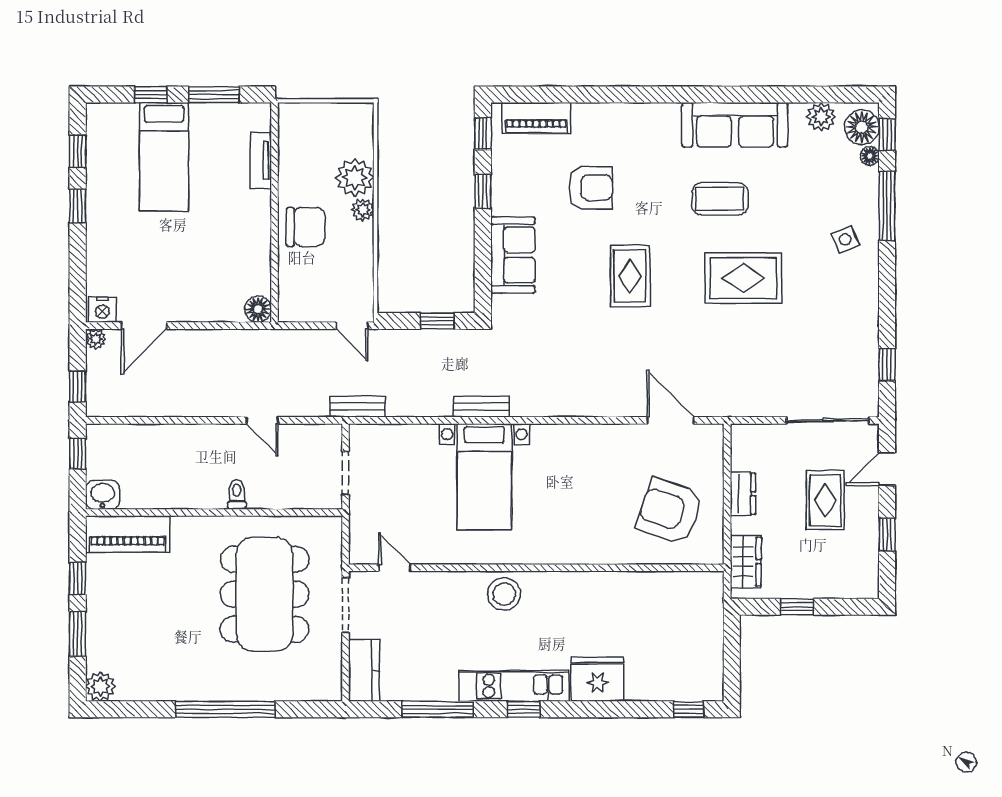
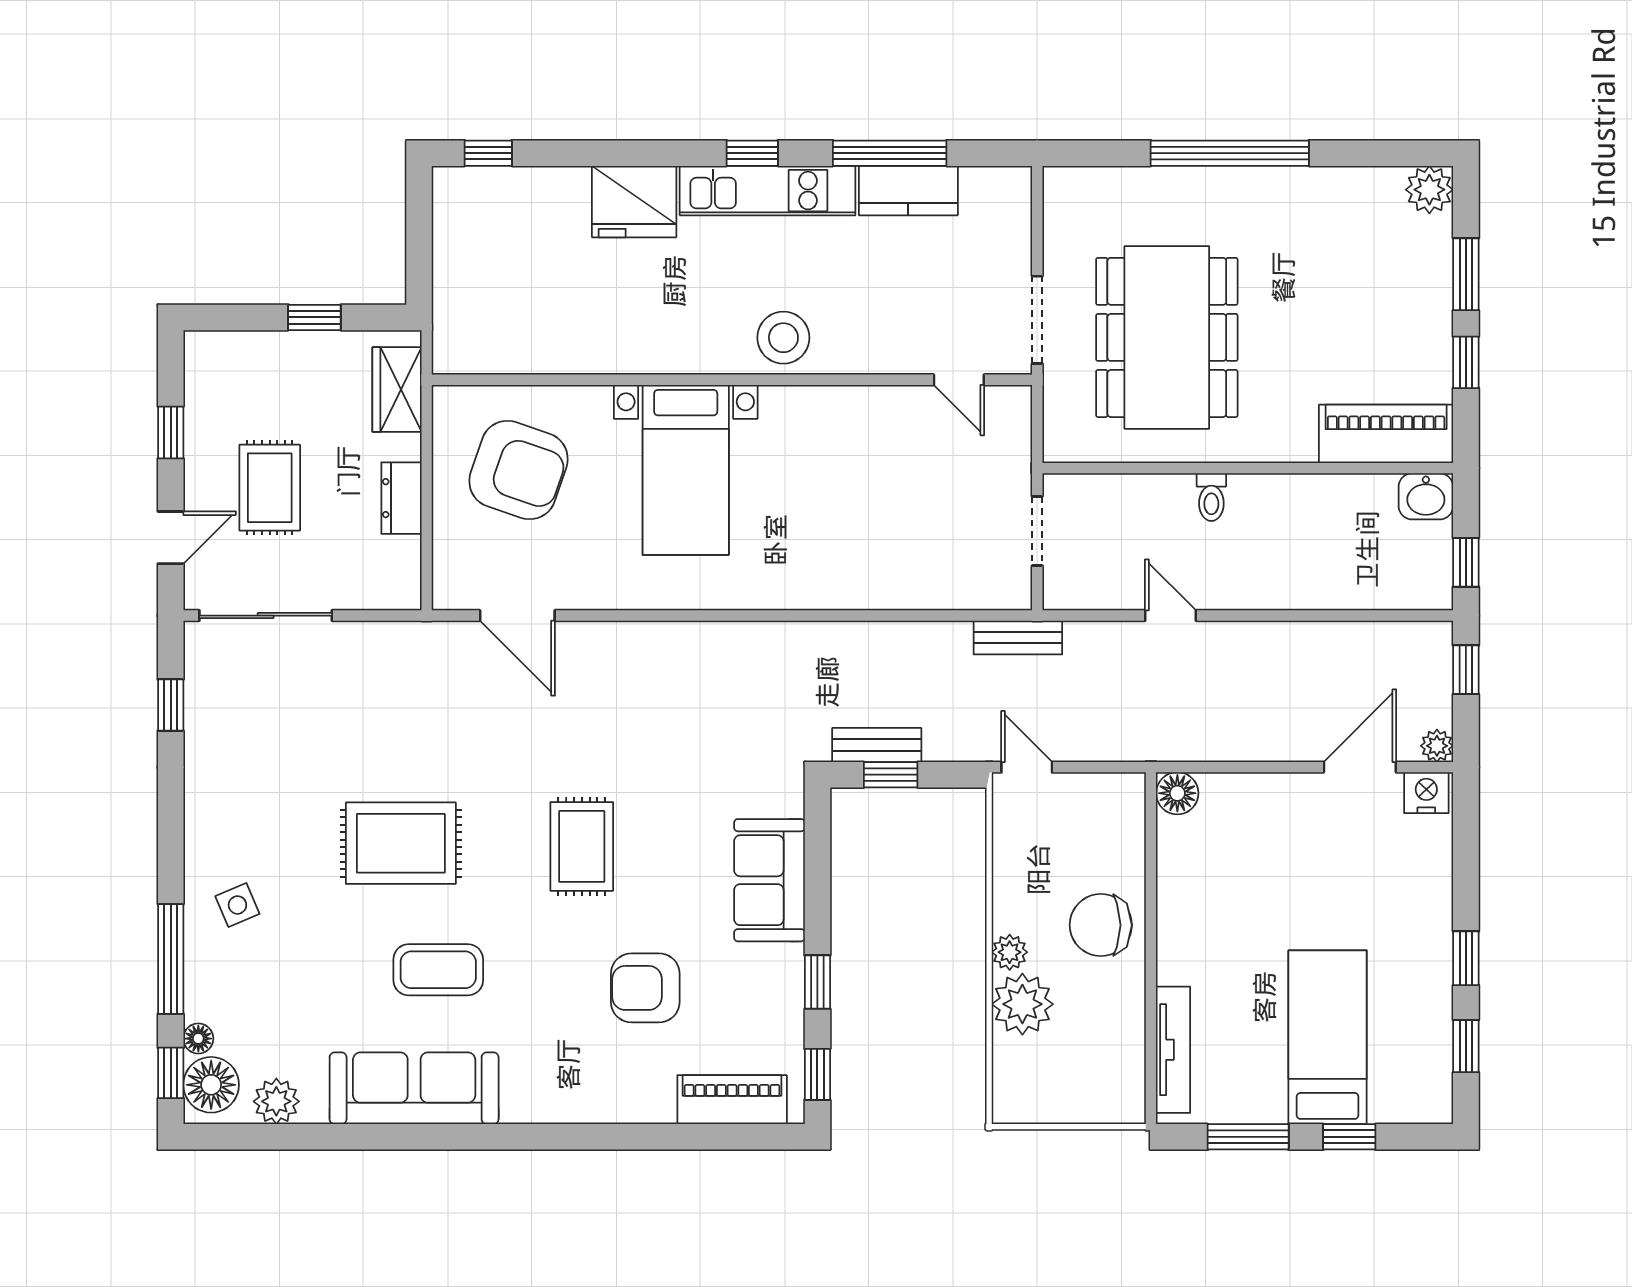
tv unit: (261, 160) -> (1173, 1050), width x1.41
bench: (481, 407) -> (877, 745), moved
bed with nightstands: (484, 477) -> (686, 470), moved, turned 180
kitchen counter: (364, 670) -> (908, 191), moved, turned -90

